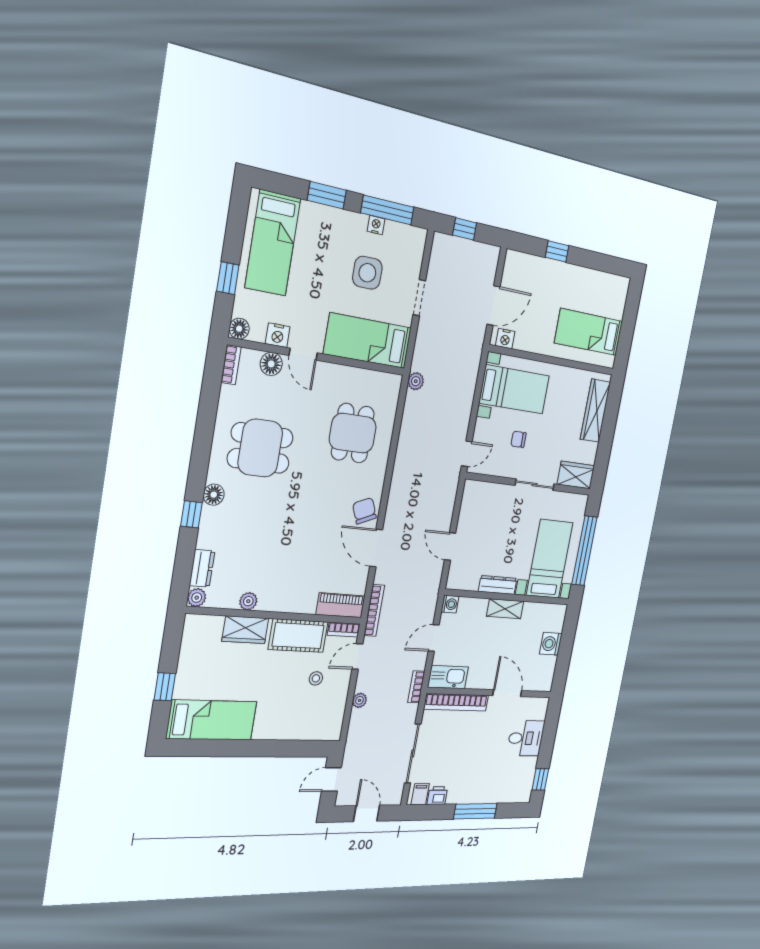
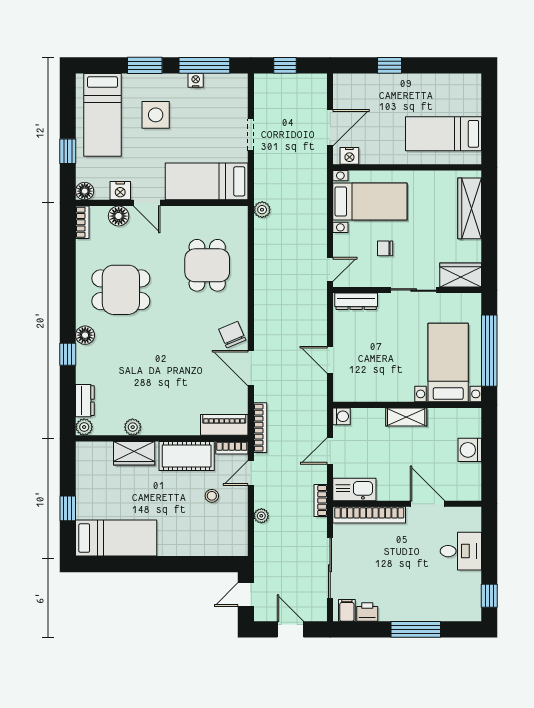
side table: (367, 273) -> (156, 115), moved
dresser: (498, 585) -> (356, 301), moved, turned 180

